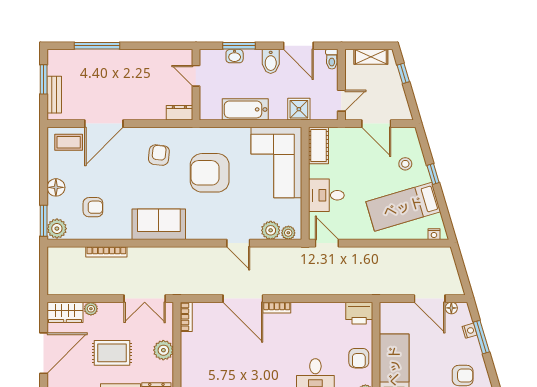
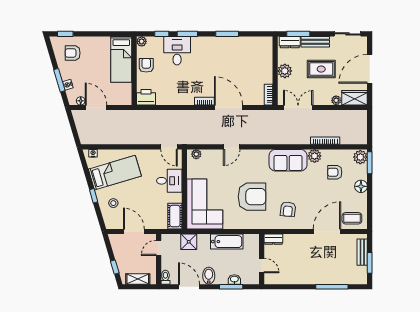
plant: (271, 230) -> (315, 156), moved
door: (238, 243) -> (232, 147), swing flipped

